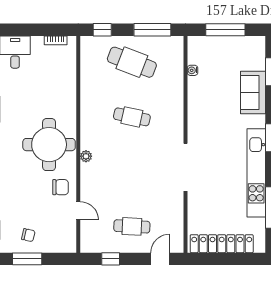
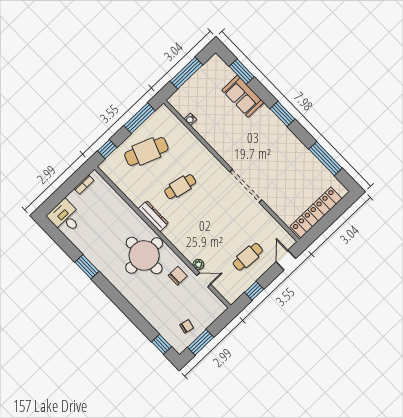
dresser: (87, 120) -> (153, 216), added
plant: (86, 156) -> (198, 264), moved
kitchen unit: (256, 173) -> (294, 146), removed

